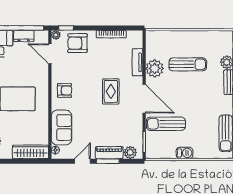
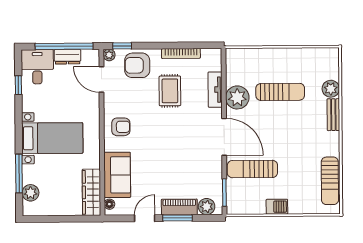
rug: (111, 91) -> (170, 91), moved
wardrobe: (30, 152) -> (91, 192), moved, turned -90

